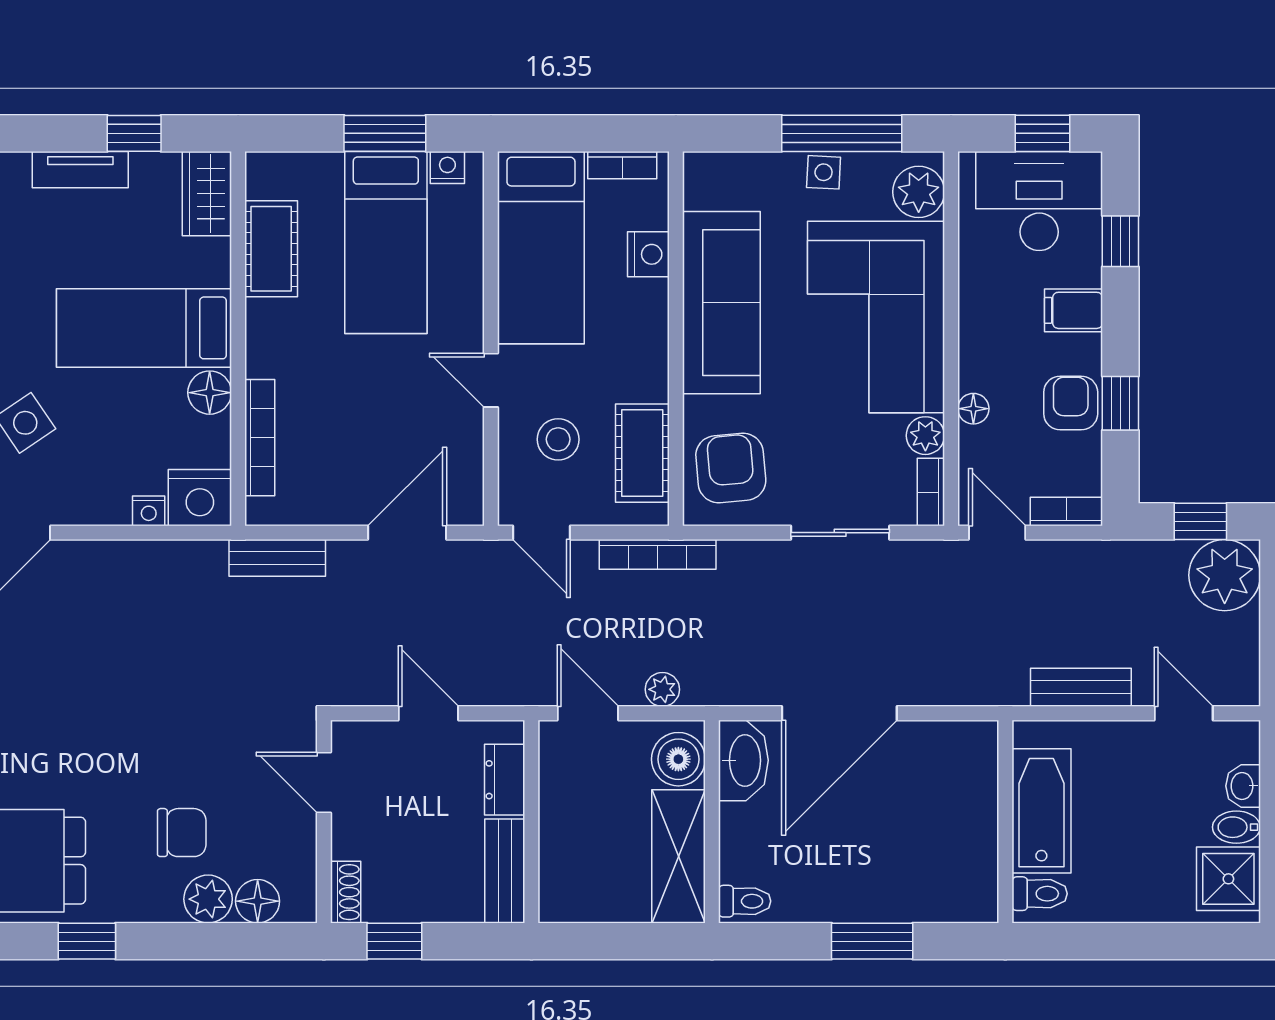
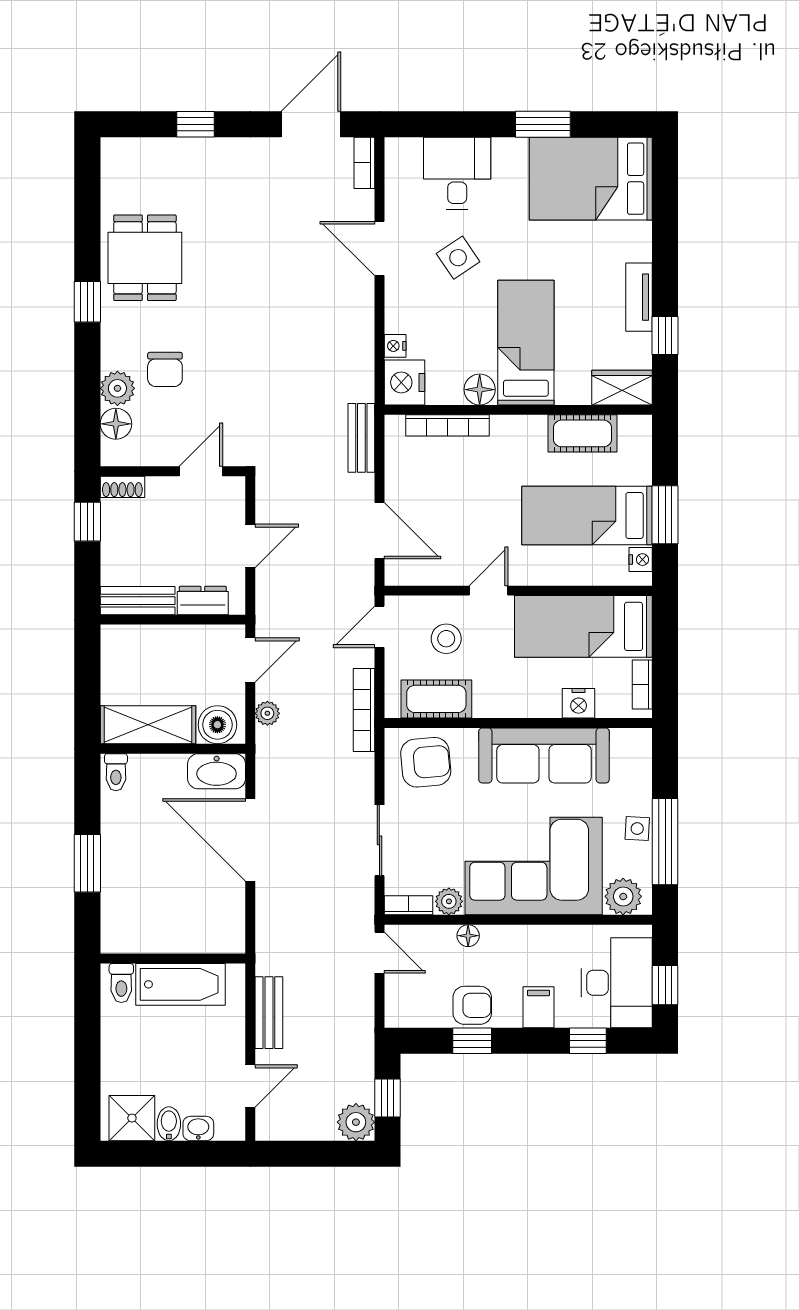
bookcase: (1066, 512) -> (395, 1002), removed
door: (997, 533) -> (379, 953), hinge flipped
plant: (1225, 575) -> (356, 1122), width x0.73, depth x0.73

